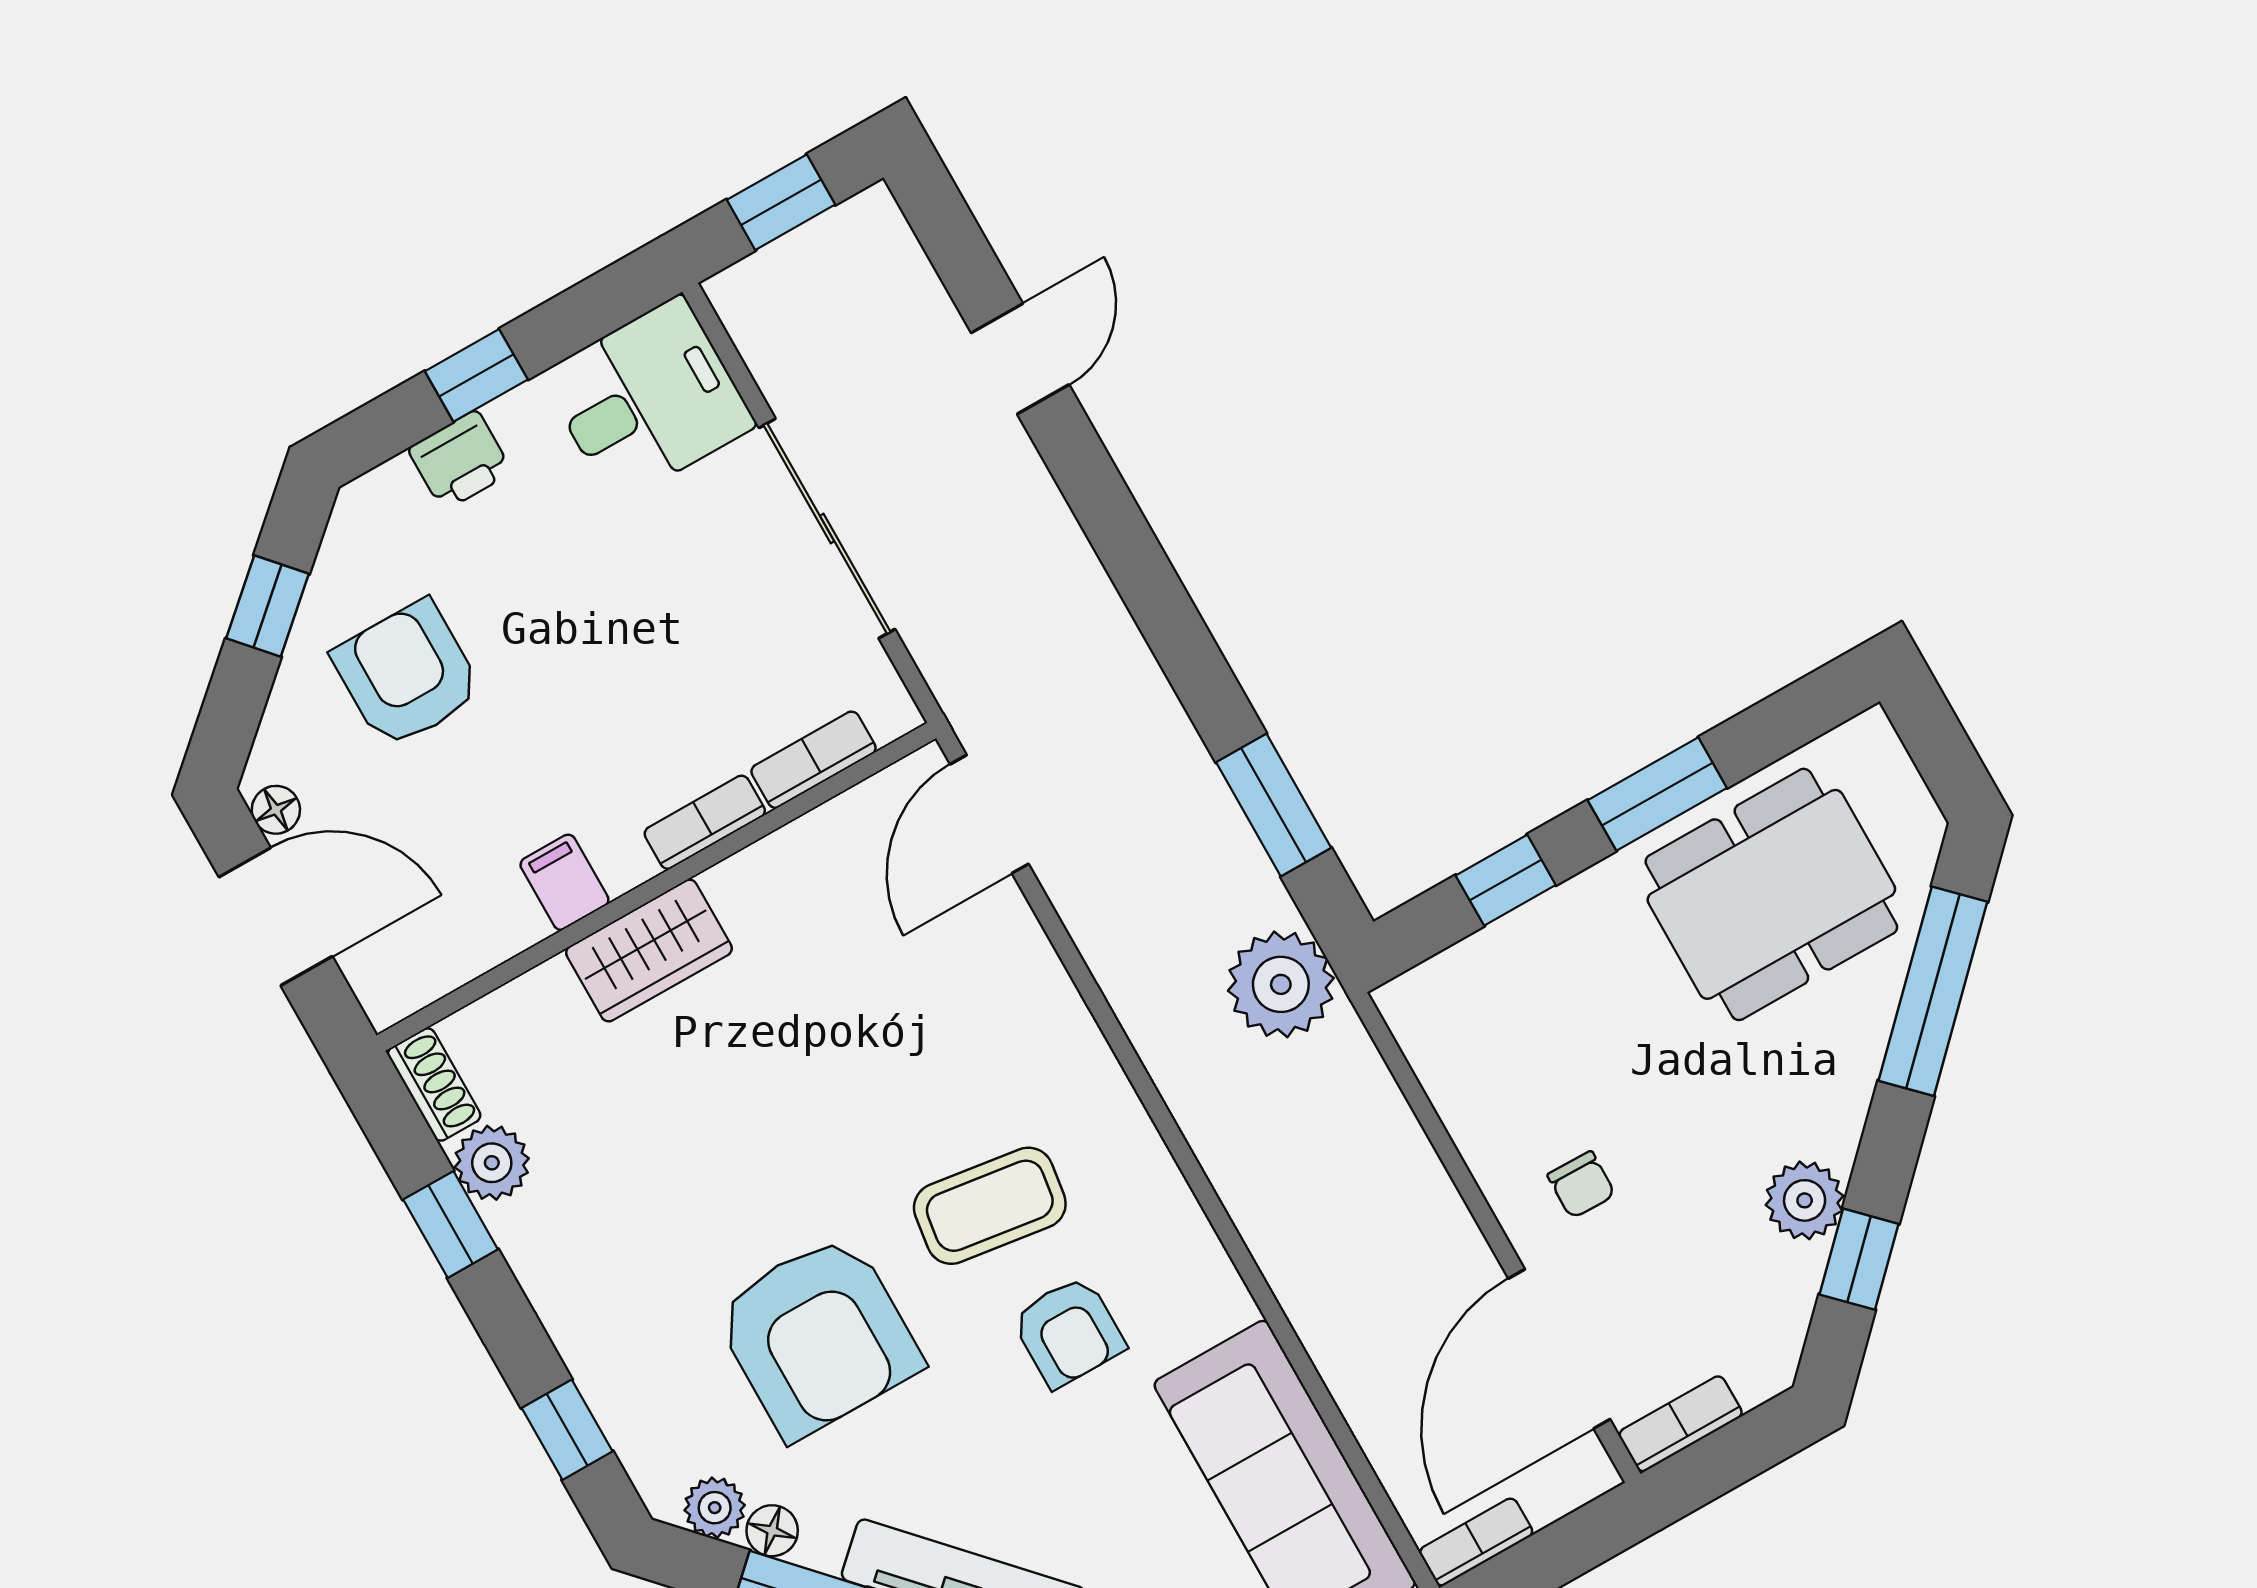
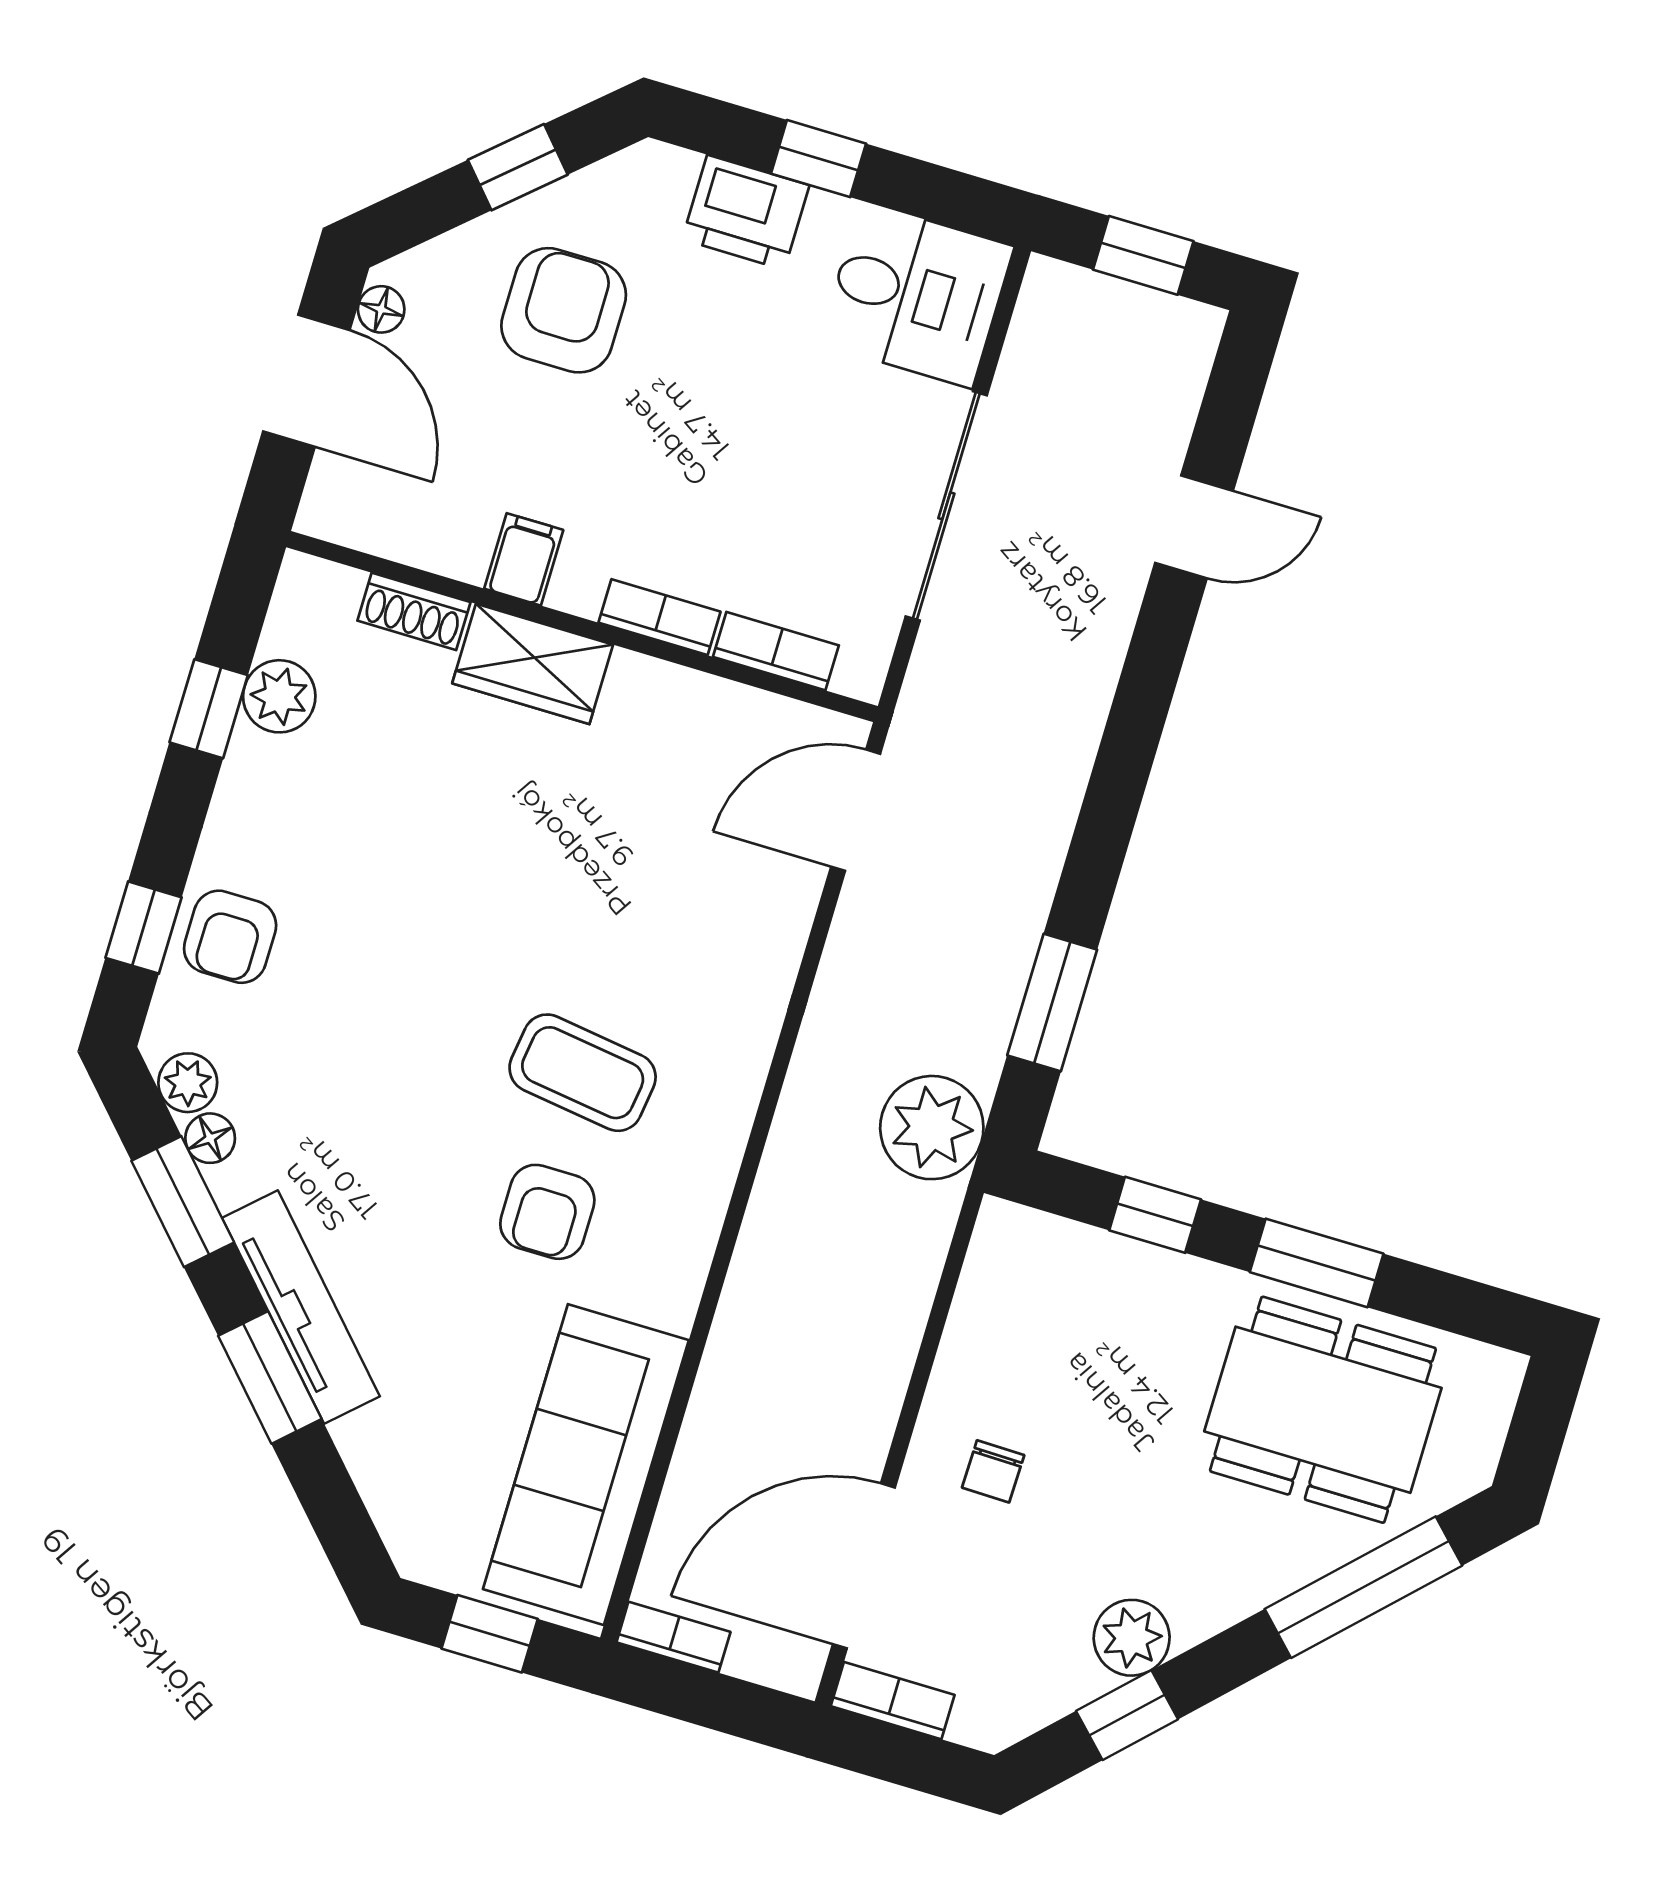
printer: (460, 460) -> (746, 212), width x1.36, depth x1.24
shoe rack: (434, 1085) -> (414, 611), moved, turned 90
armchair: (818, 1336) -> (230, 937), moved, width x0.53, depth x0.53

